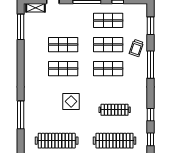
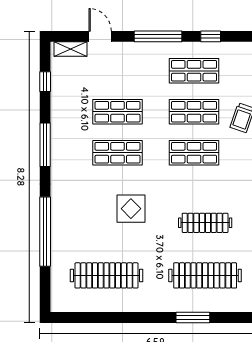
window: (21, 27) -> (45, 82), width x0.46
window: (21, 64) -> (45, 145), added
window: (21, 115) -> (45, 232), width x1.46

